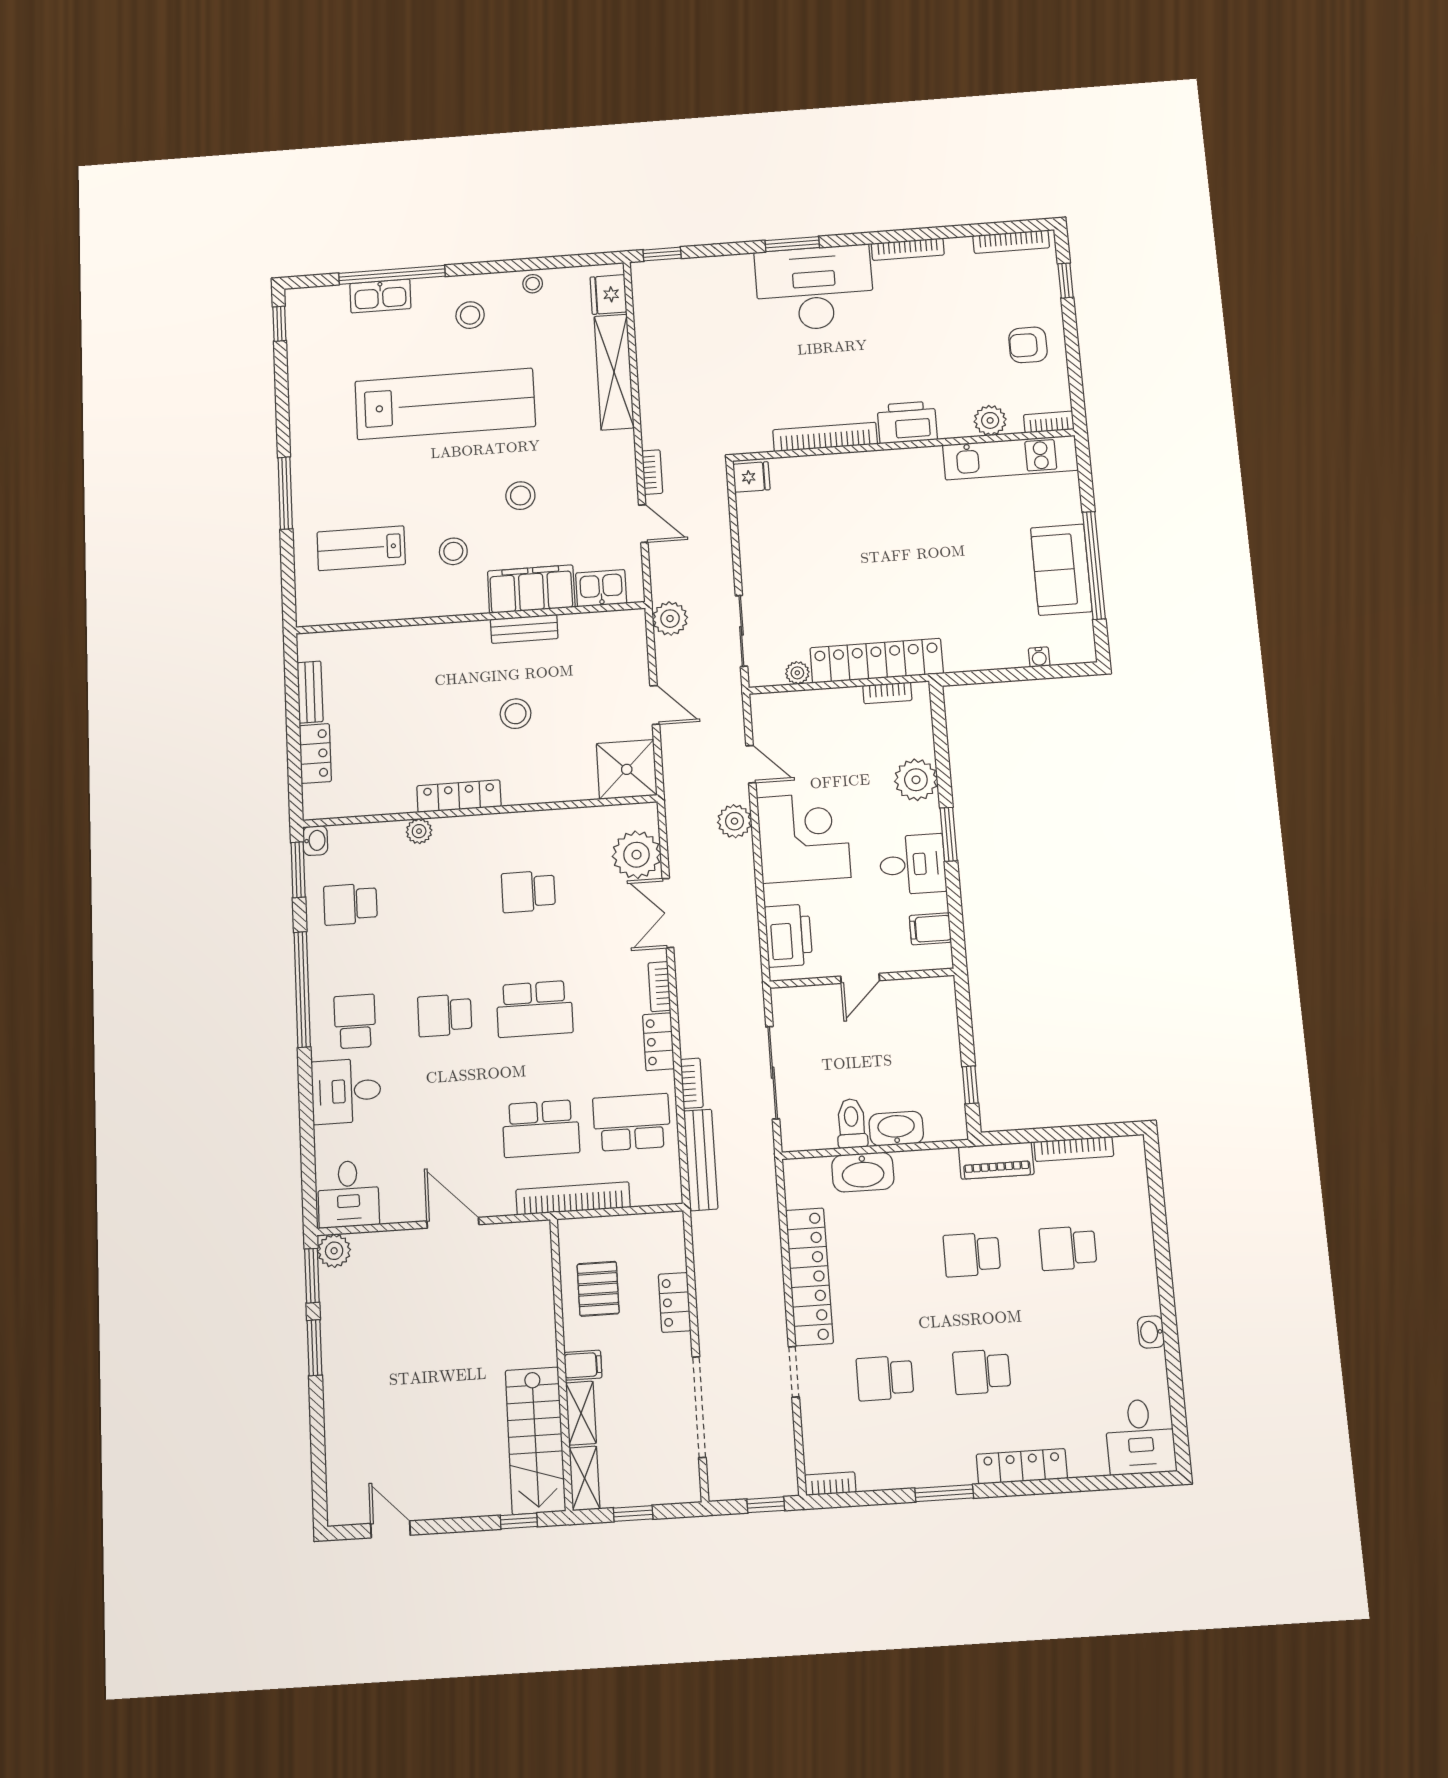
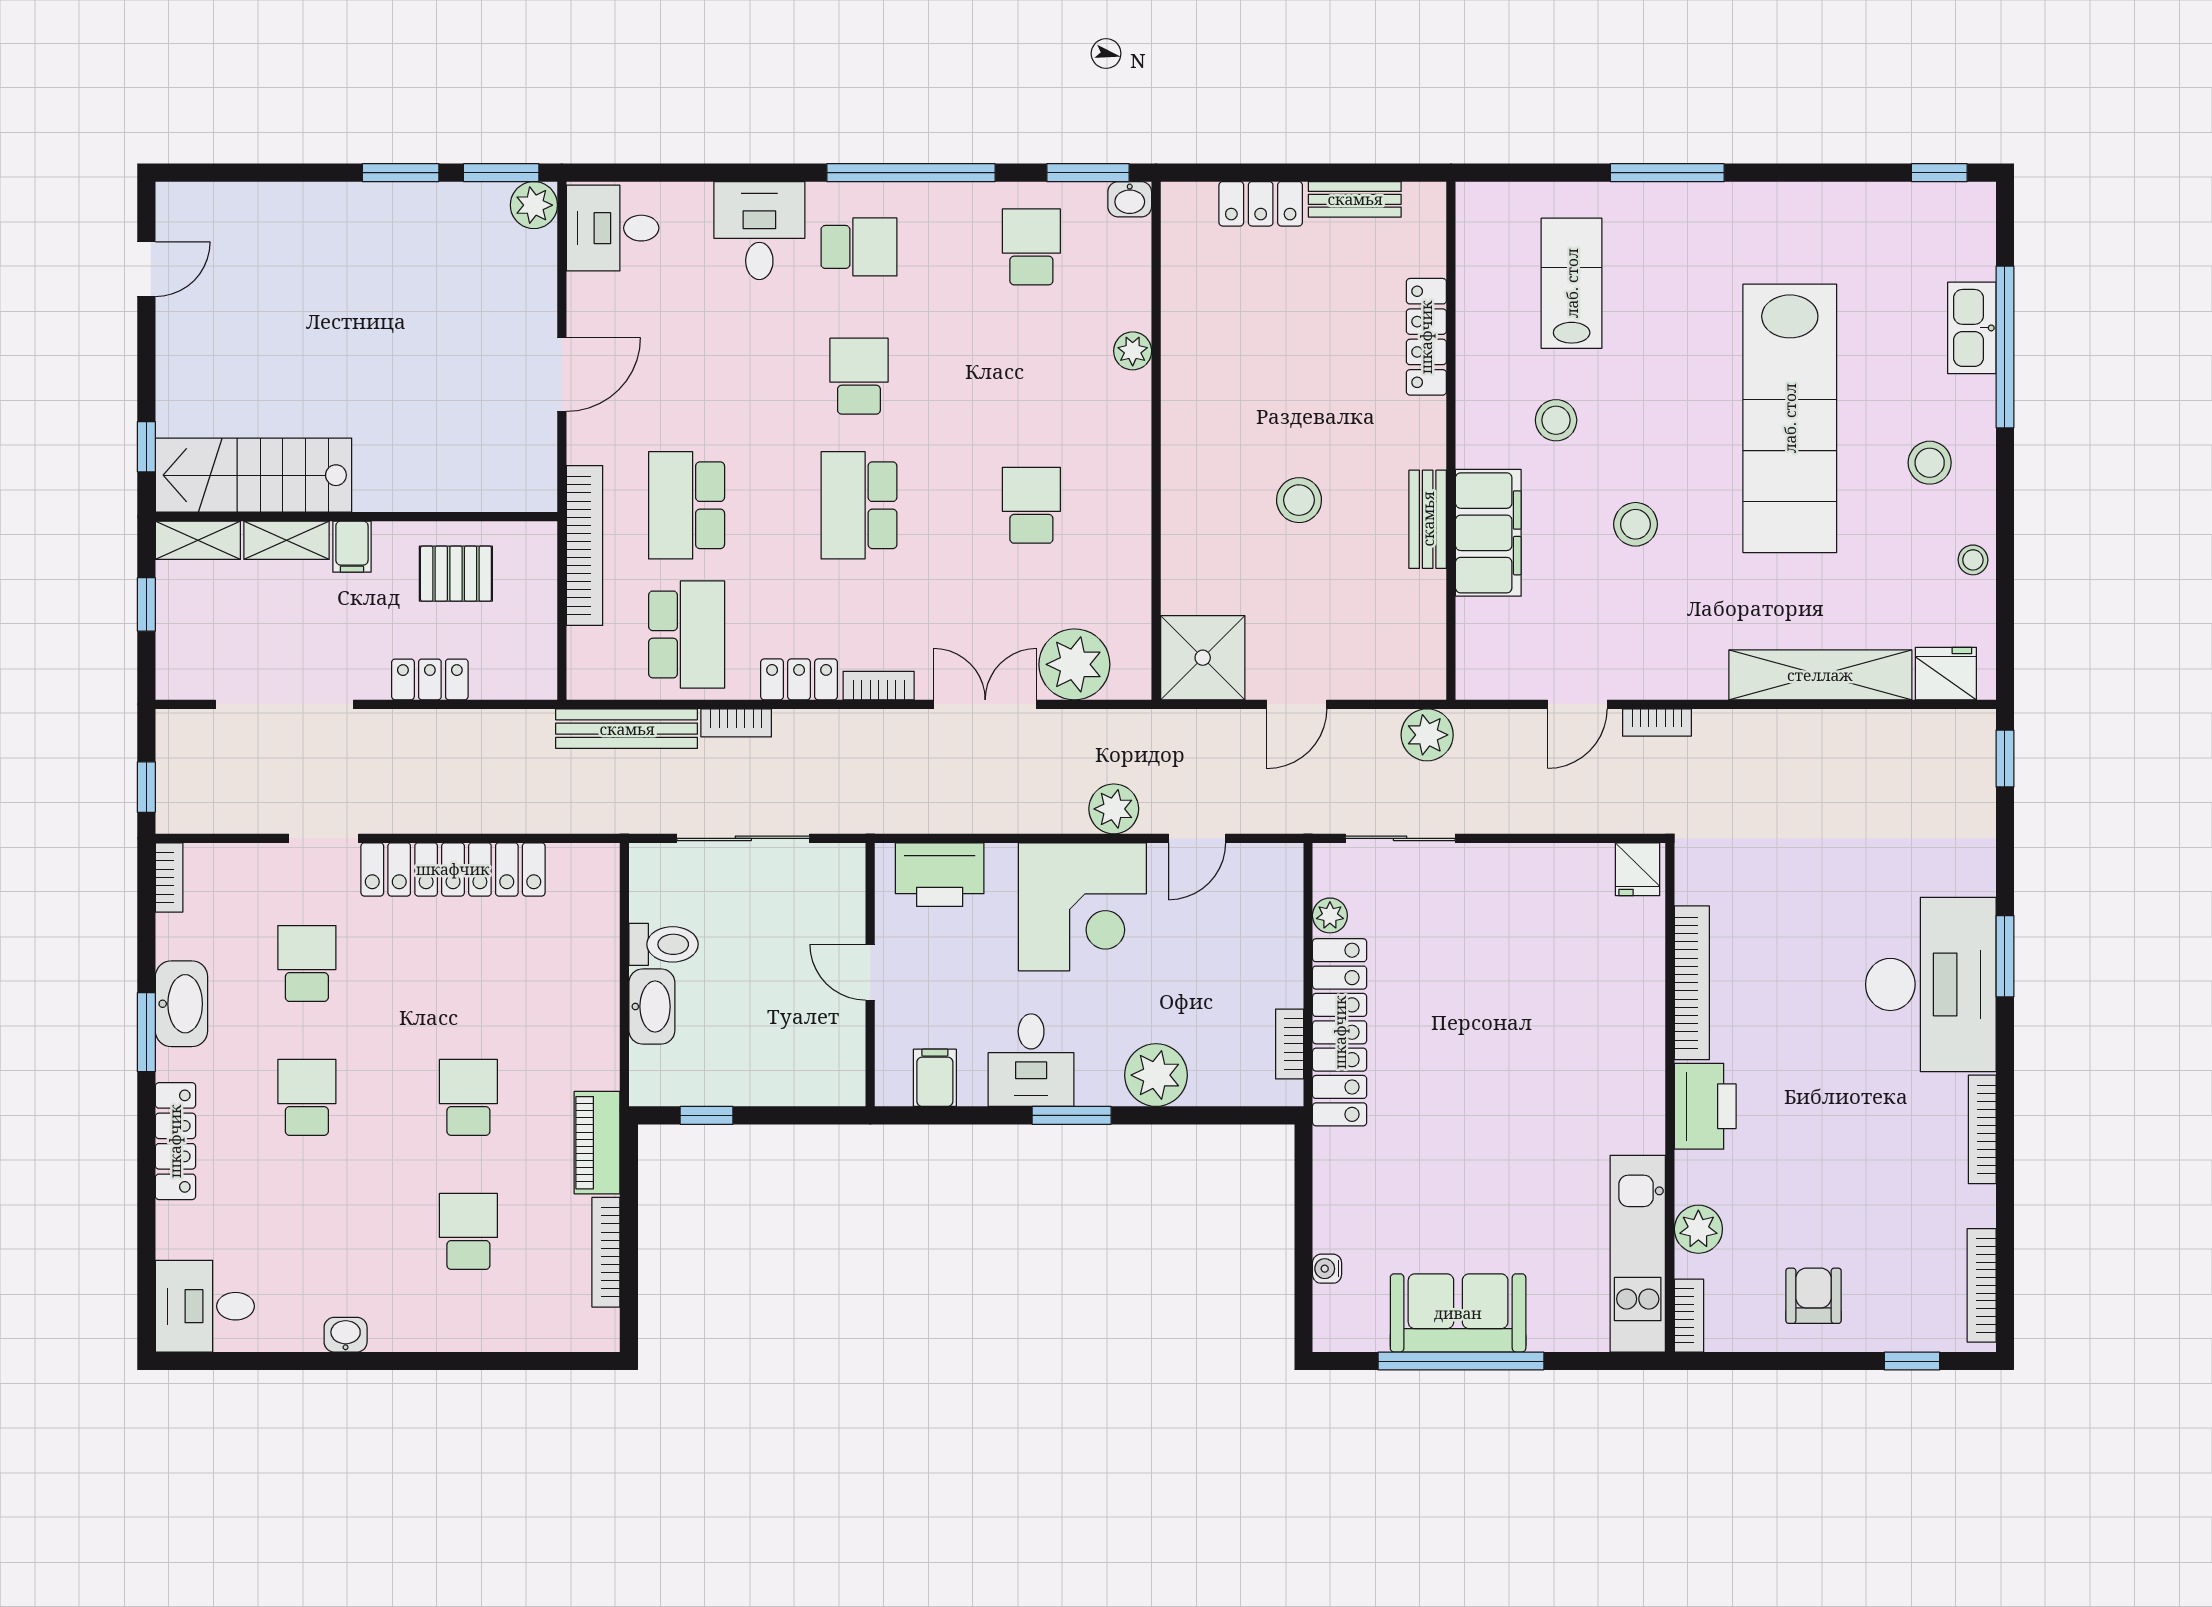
kitchen sink: (601, 588) -> (1482, 636), removed
locker: (459, 796) -> (1426, 337), moved, turned 180
washbasin: (863, 1172) -> (181, 1004), moved, turned 180

